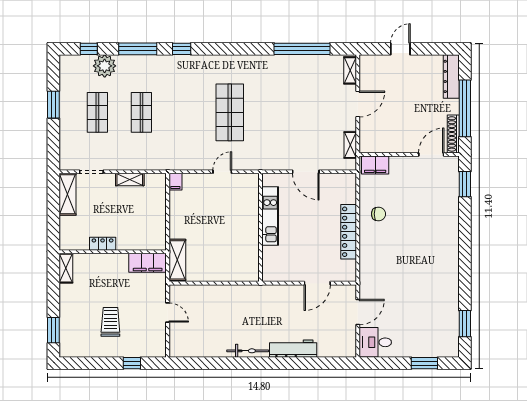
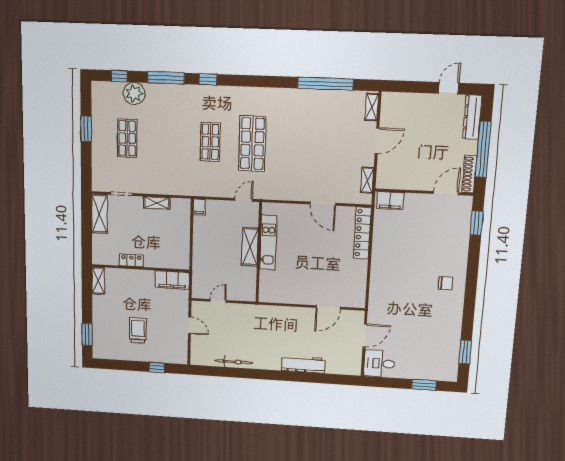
door: (400, 49) -> (449, 88), moved
shop shelf: (141, 112) -> (210, 142), moved
chair: (379, 214) -> (446, 283), moved
kitchen unit: (270, 216) -> (268, 243), moved
wall: (261, 227) -> (259, 253), moved
locker: (349, 232) -> (362, 233), moved
shelving: (177, 260) -> (250, 247), moved
door: (198, 283) -> (218, 301), added
bicycle: (248, 351) -> (234, 362), moved

